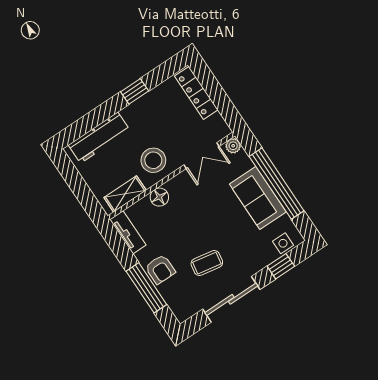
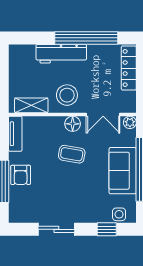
window: (135, 91) -> (86, 38), width x3.17
workbench: (99, 138) -> (61, 54), moved
floor lamp: (159, 197) -> (73, 124), moved
coffee table: (207, 263) -> (72, 154), moved
sliding door: (231, 299) -> (56, 229), width x0.73

